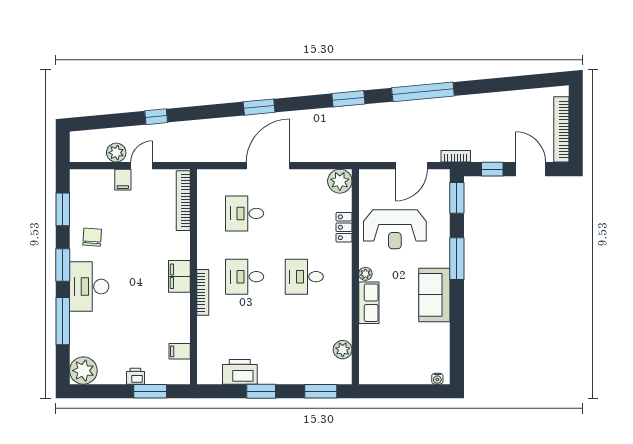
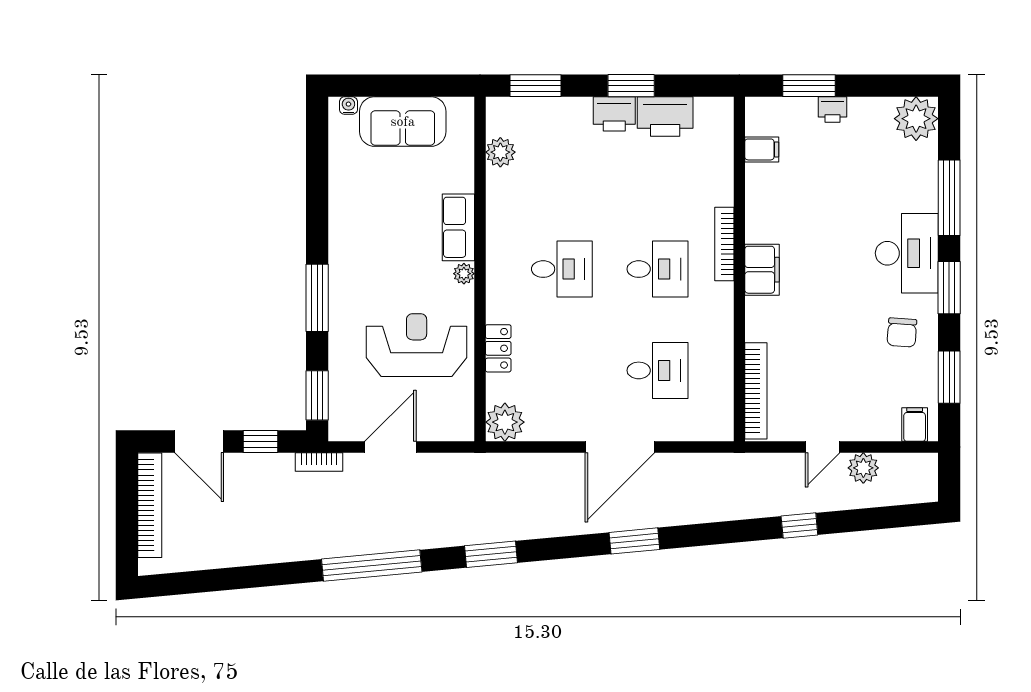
filing cabinet: (123, 180) -> (915, 425), moved
sofa: (434, 295) -> (403, 122), moved, turned 90
printer: (272, 373) -> (614, 114), added

